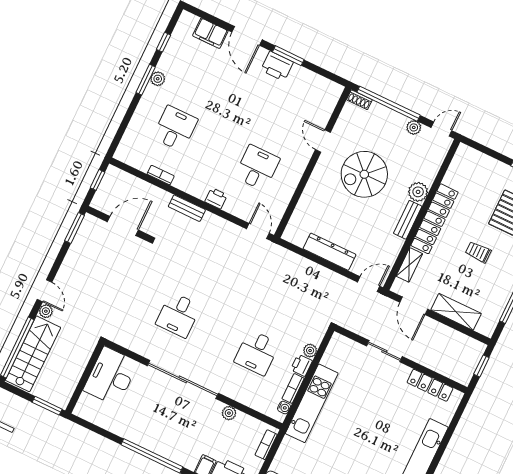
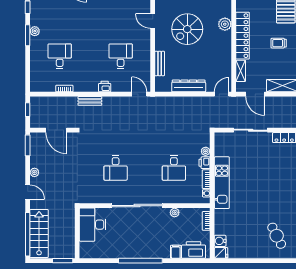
bench: (408, 220) -> (160, 63), moved
door: (123, 226) -> (56, 130), swing flipped
plant: (46, 311) -> (34, 172), moved
sliding door: (384, 351) -> (251, 130), width x1.37

